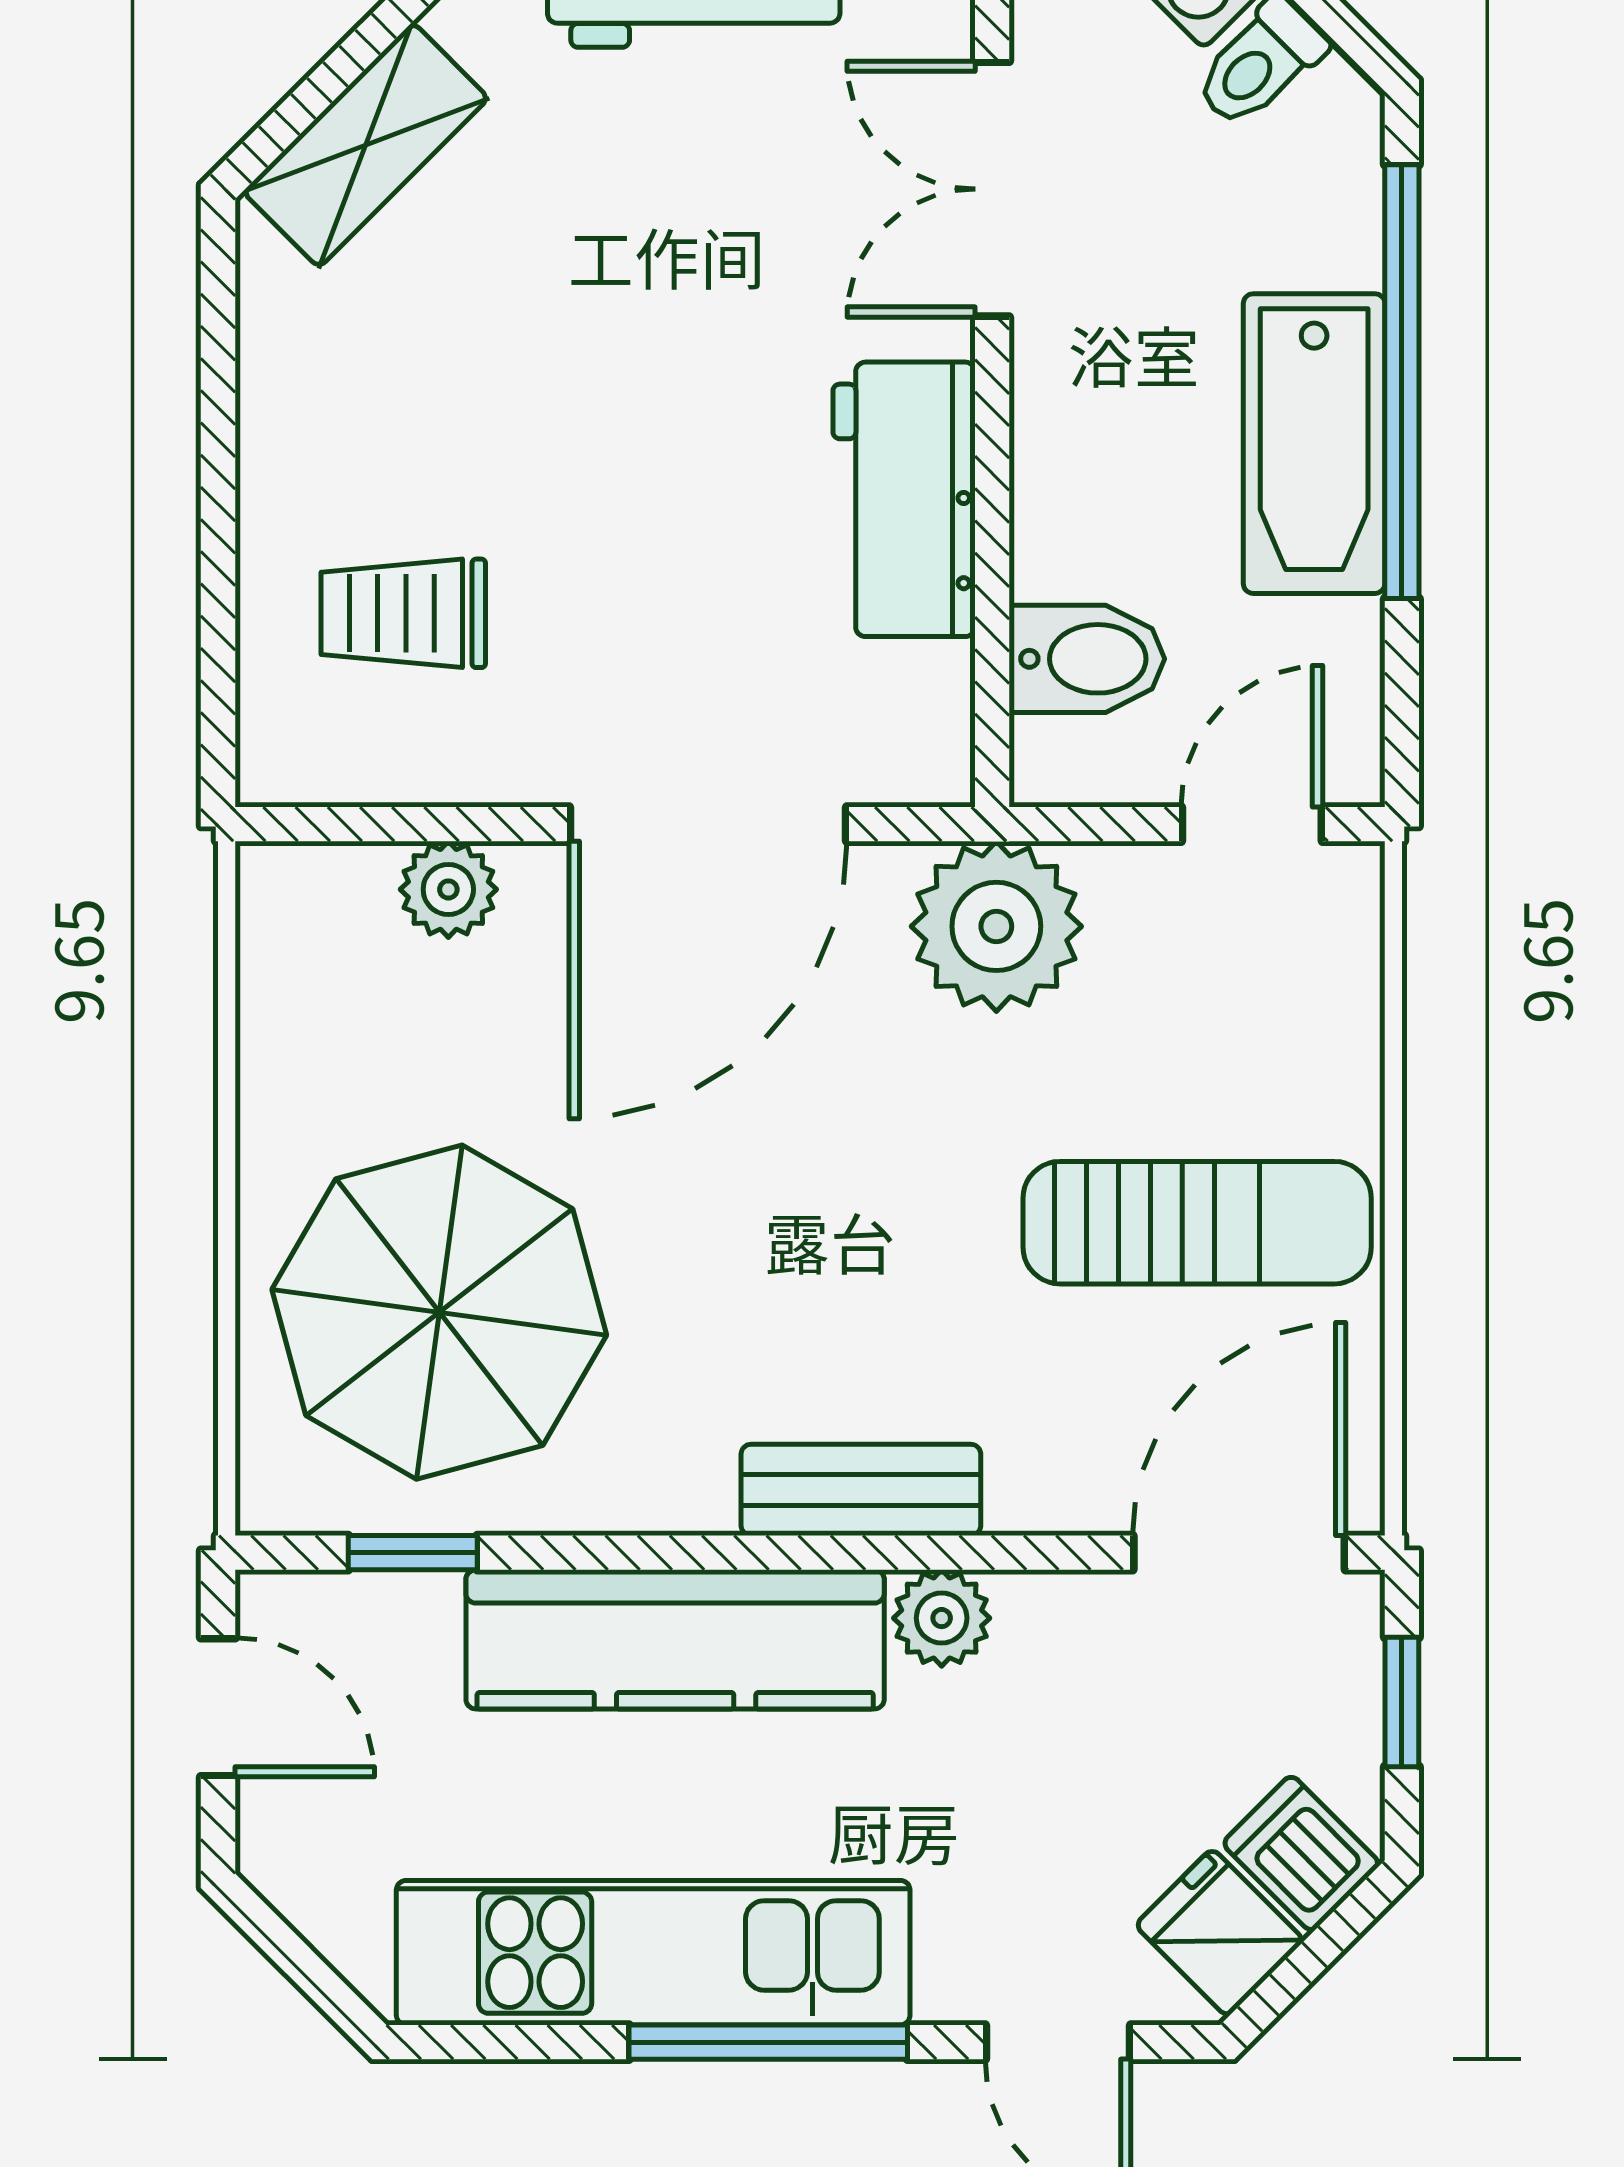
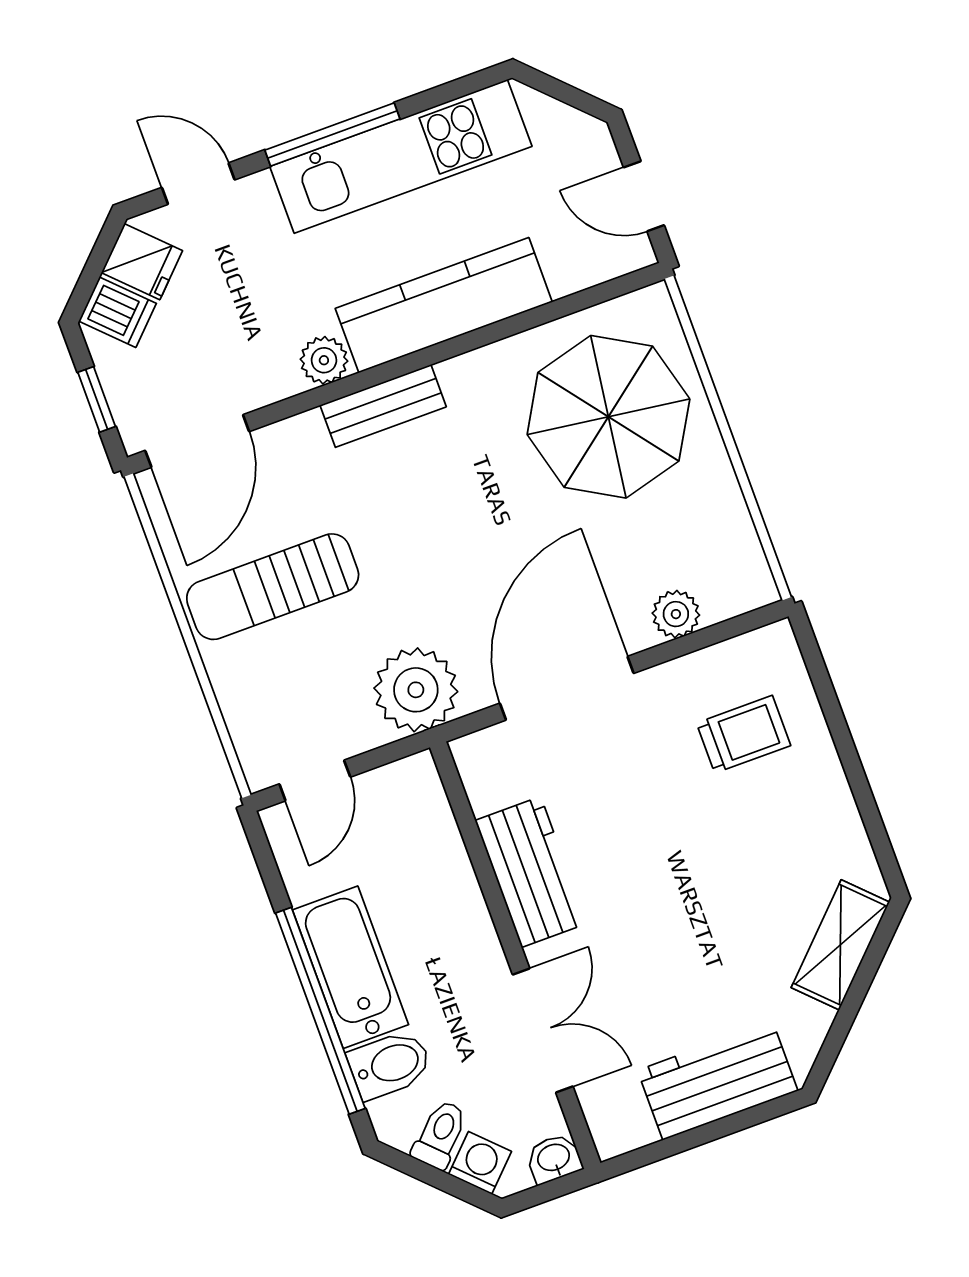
bidet: (1087, 659) -> (390, 1065), moved, turned 180
window: (413, 1553) -> (580, 301), removed

